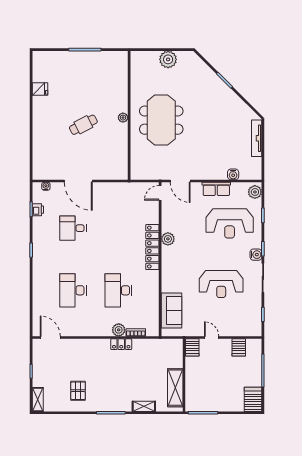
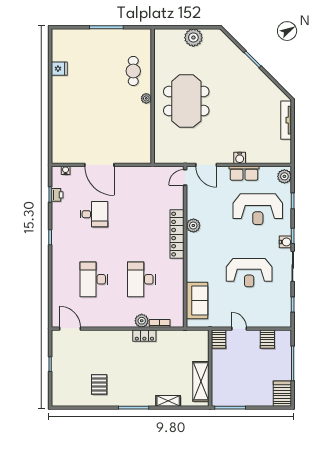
cafe table: (83, 125) -> (133, 71), moved, turned -63
water cooler: (233, 174) -> (240, 158), moved
desk: (73, 228) -> (94, 214), turned 180
shelving: (38, 399) -> (57, 394), removed

